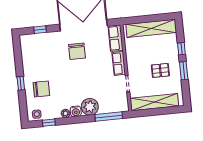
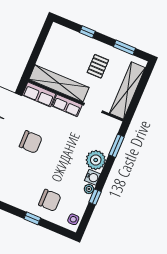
shelving: (151, 28) -> (59, 83), moved, turned 90
window: (184, 71) -> (124, 48), moved
chair: (41, 89) -> (50, 200), turned 90
window: (109, 116) -> (117, 146), width x0.69
window: (49, 123) -> (95, 197), moved

